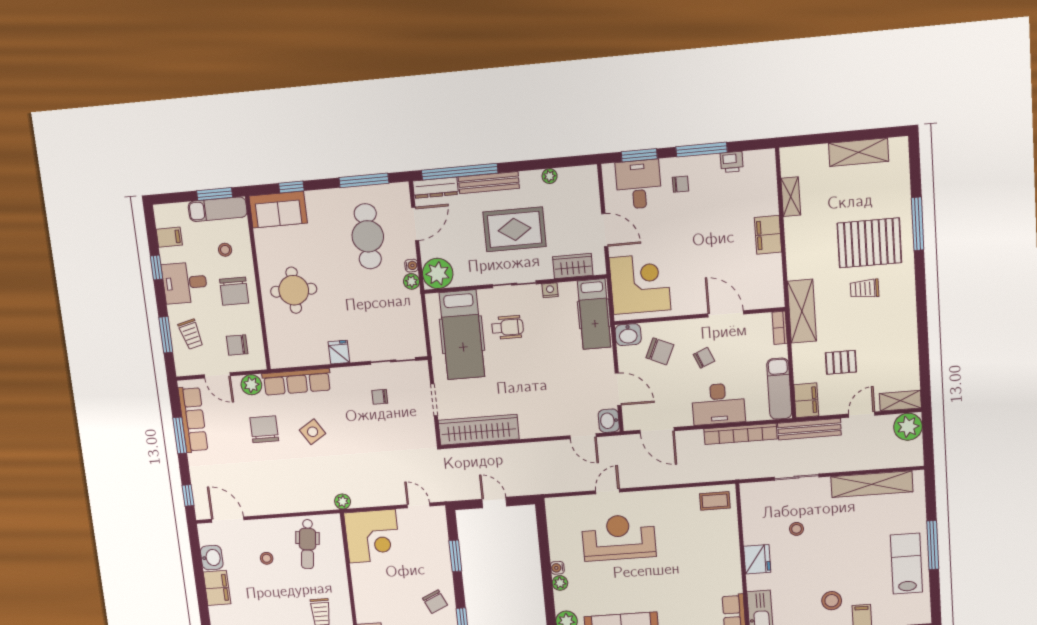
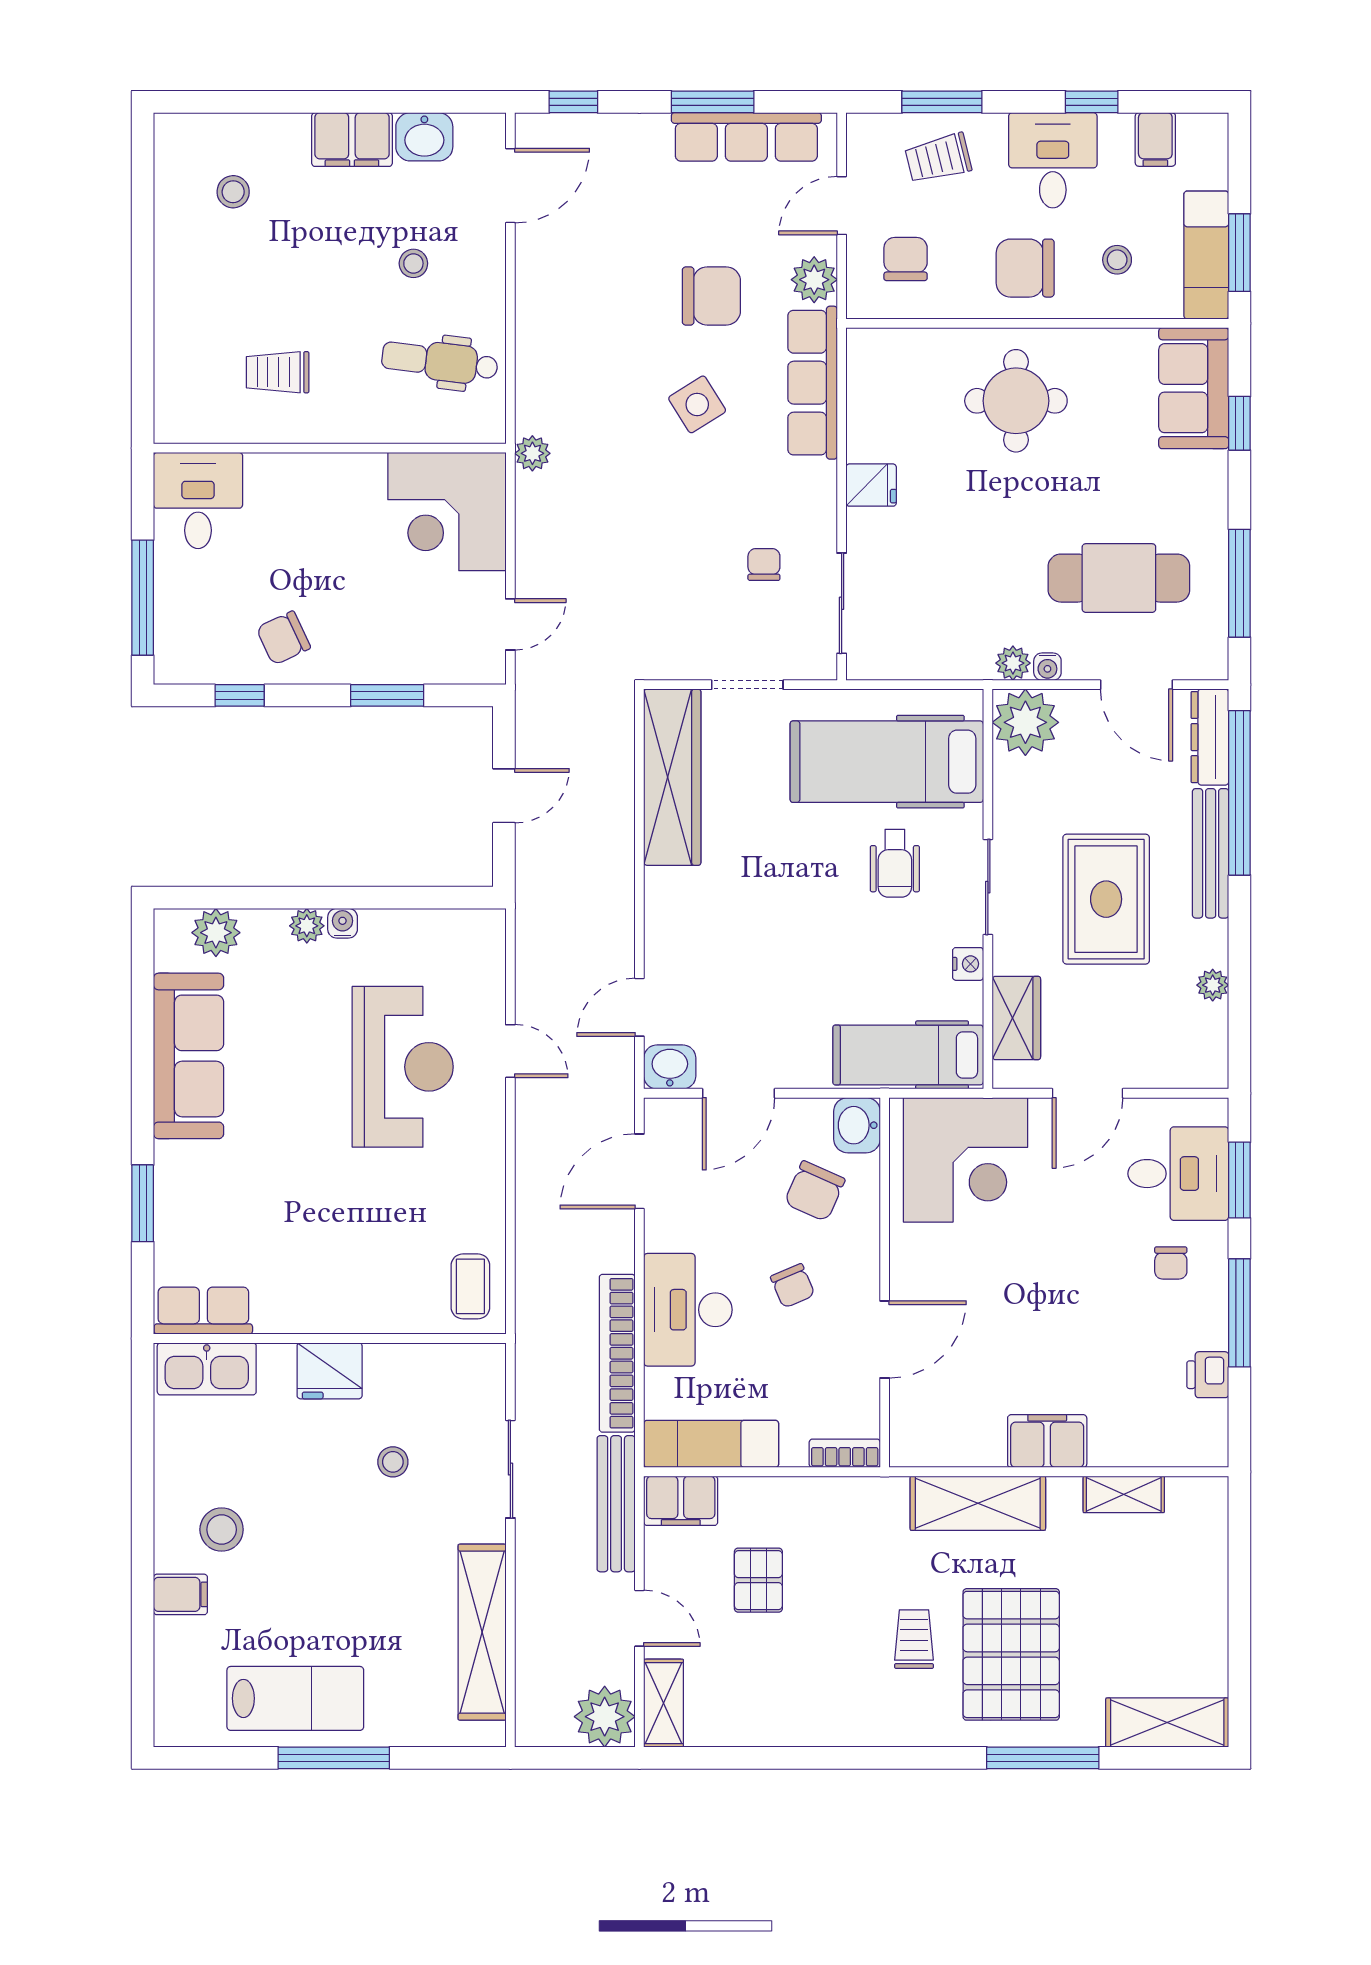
shelving: (859, 152) -> (1167, 1722), moved, turned 90
shelving: (802, 311) -> (978, 1503), moved

